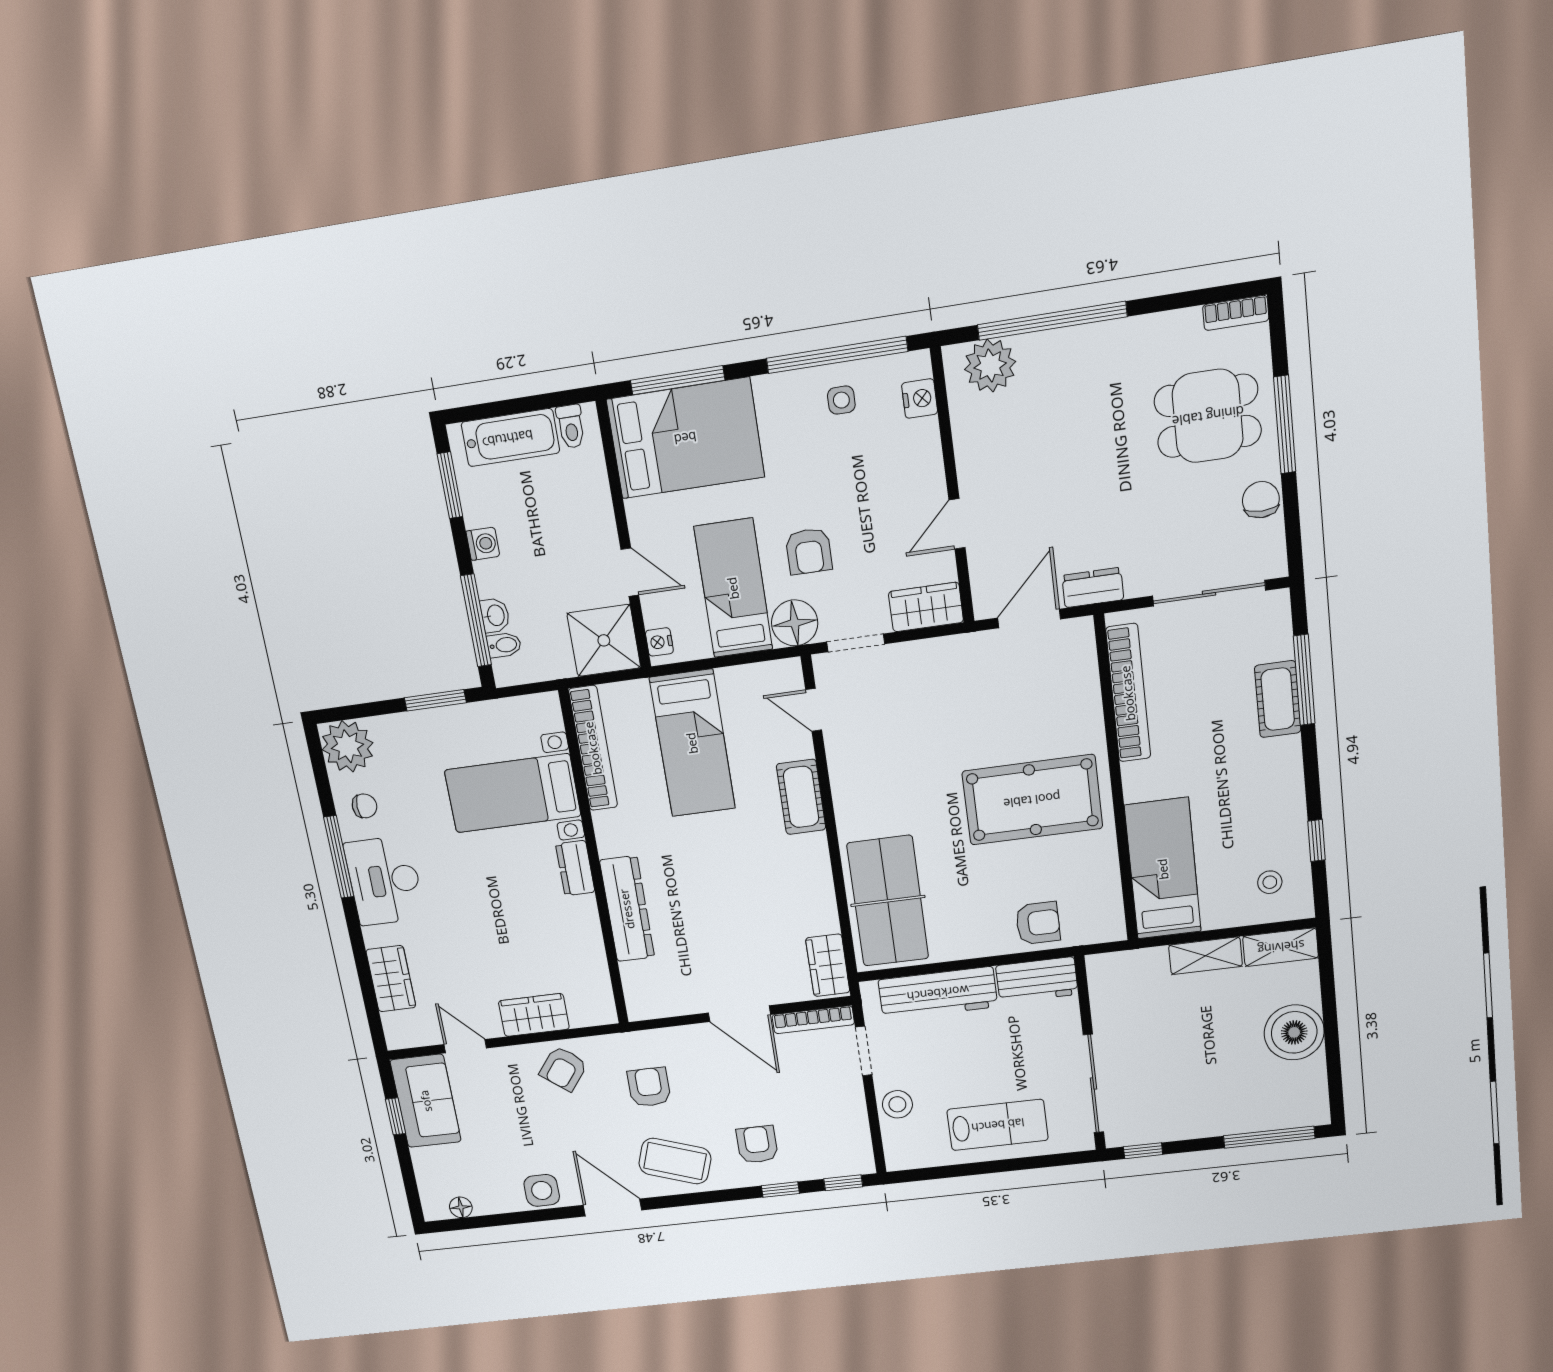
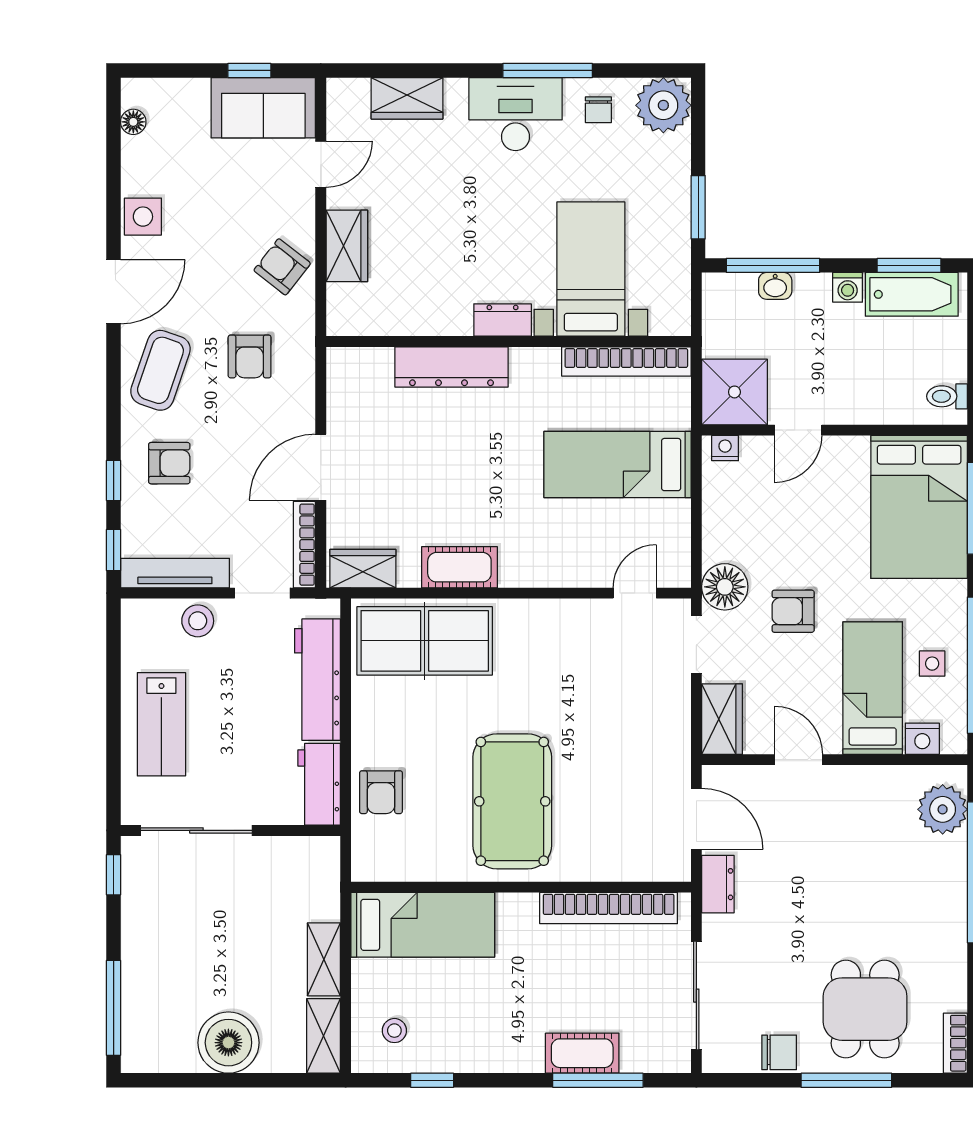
bathtub: (510, 438) -> (912, 294), moved, turned -90
bed: (733, 588) -> (873, 688), moved, turned -90
bidet: (504, 645) -> (744, 289), removed
cot: (801, 797) -> (459, 567), moved
armchair: (649, 1087) -> (250, 356), turned 90
tv unit: (856, 1129) -> (175, 573), added

